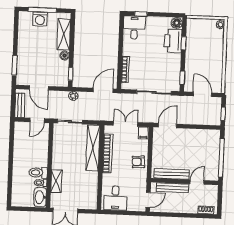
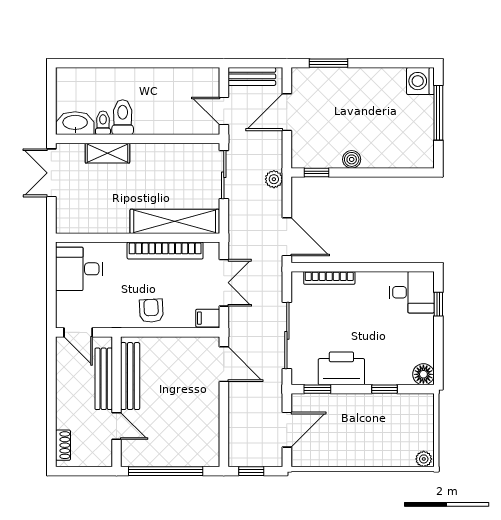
washing machine: (40, 19) -> (420, 81), moved
shelving: (64, 34) -> (392, 156), removed
printer: (173, 41) -> (341, 368), moved

